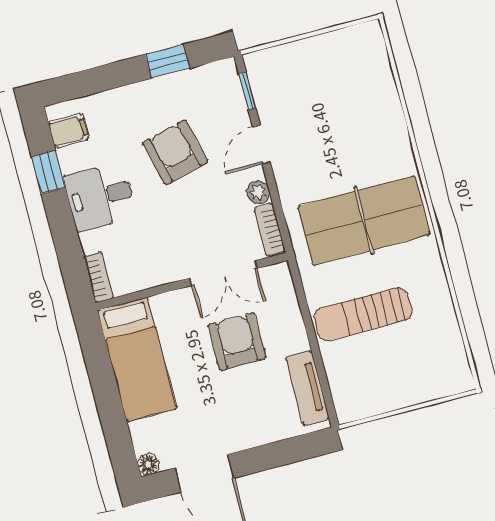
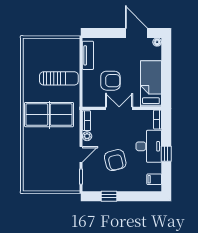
window: (48, 172) -> (166, 154), moved
desk: (100, 197) -> (149, 146), width x1.37
double door: (224, 273) -> (119, 108), moved
armchair: (237, 341) -> (110, 81), turned -90

